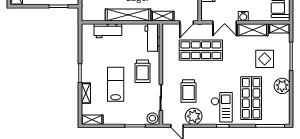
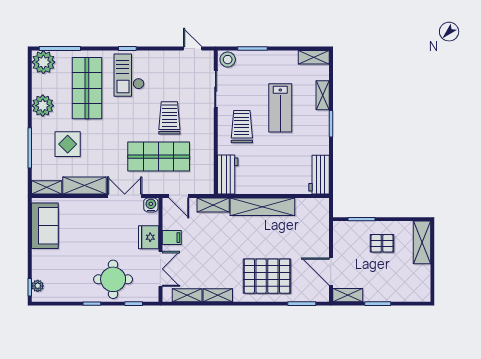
water cooler: (243, 16) -> (151, 205), moved
door: (187, 22) -> (179, 196), swing flipped
workbench: (108, 31) -> (319, 175), moved, turned -90
trolley: (188, 91) -> (169, 118), moved
plant: (194, 116) -> (43, 62), moved

